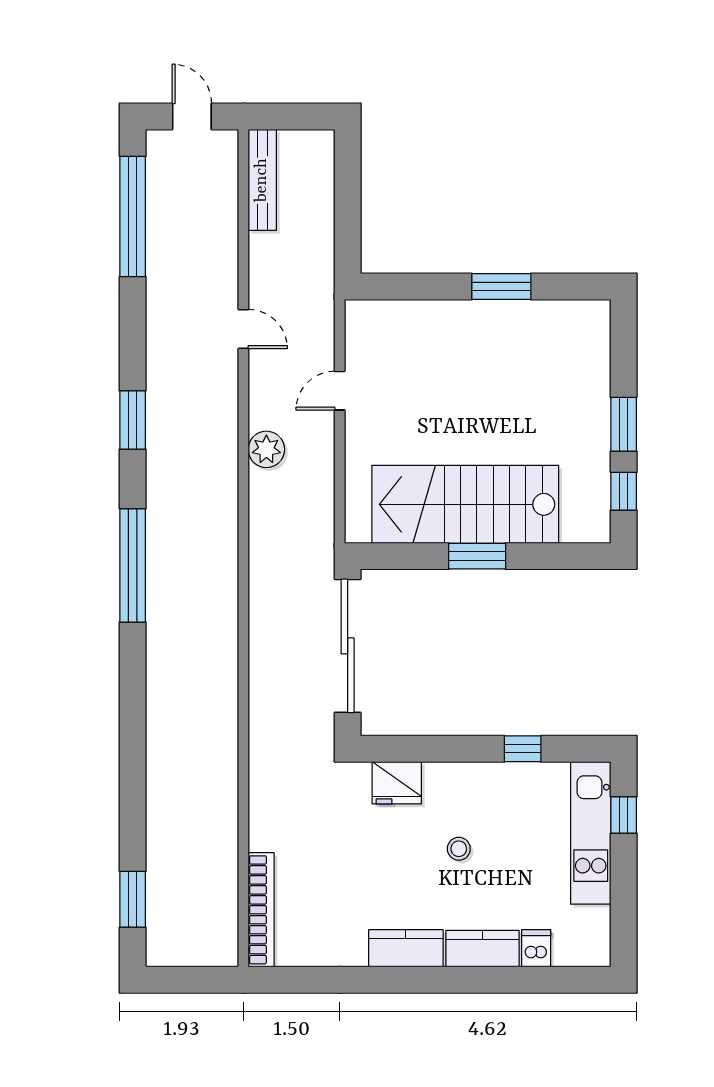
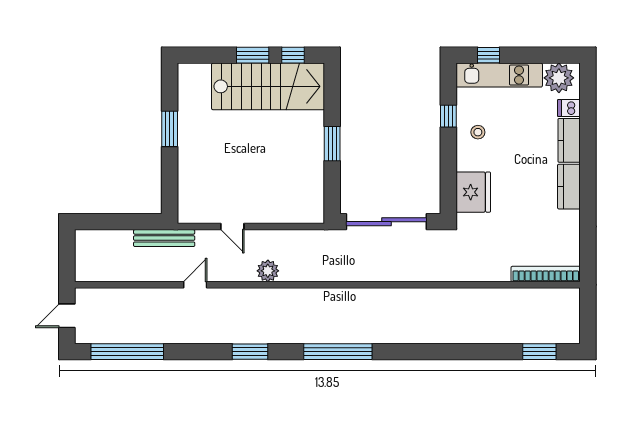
bench: (262, 180) -> (164, 238), moved
stairs: (465, 504) -> (268, 86), moved, turned -90
fridge: (397, 783) -> (473, 192), width x1.36, depth x1.34
stool: (459, 849) -> (478, 132), moved
plant: (586, 932) -> (559, 78), added

